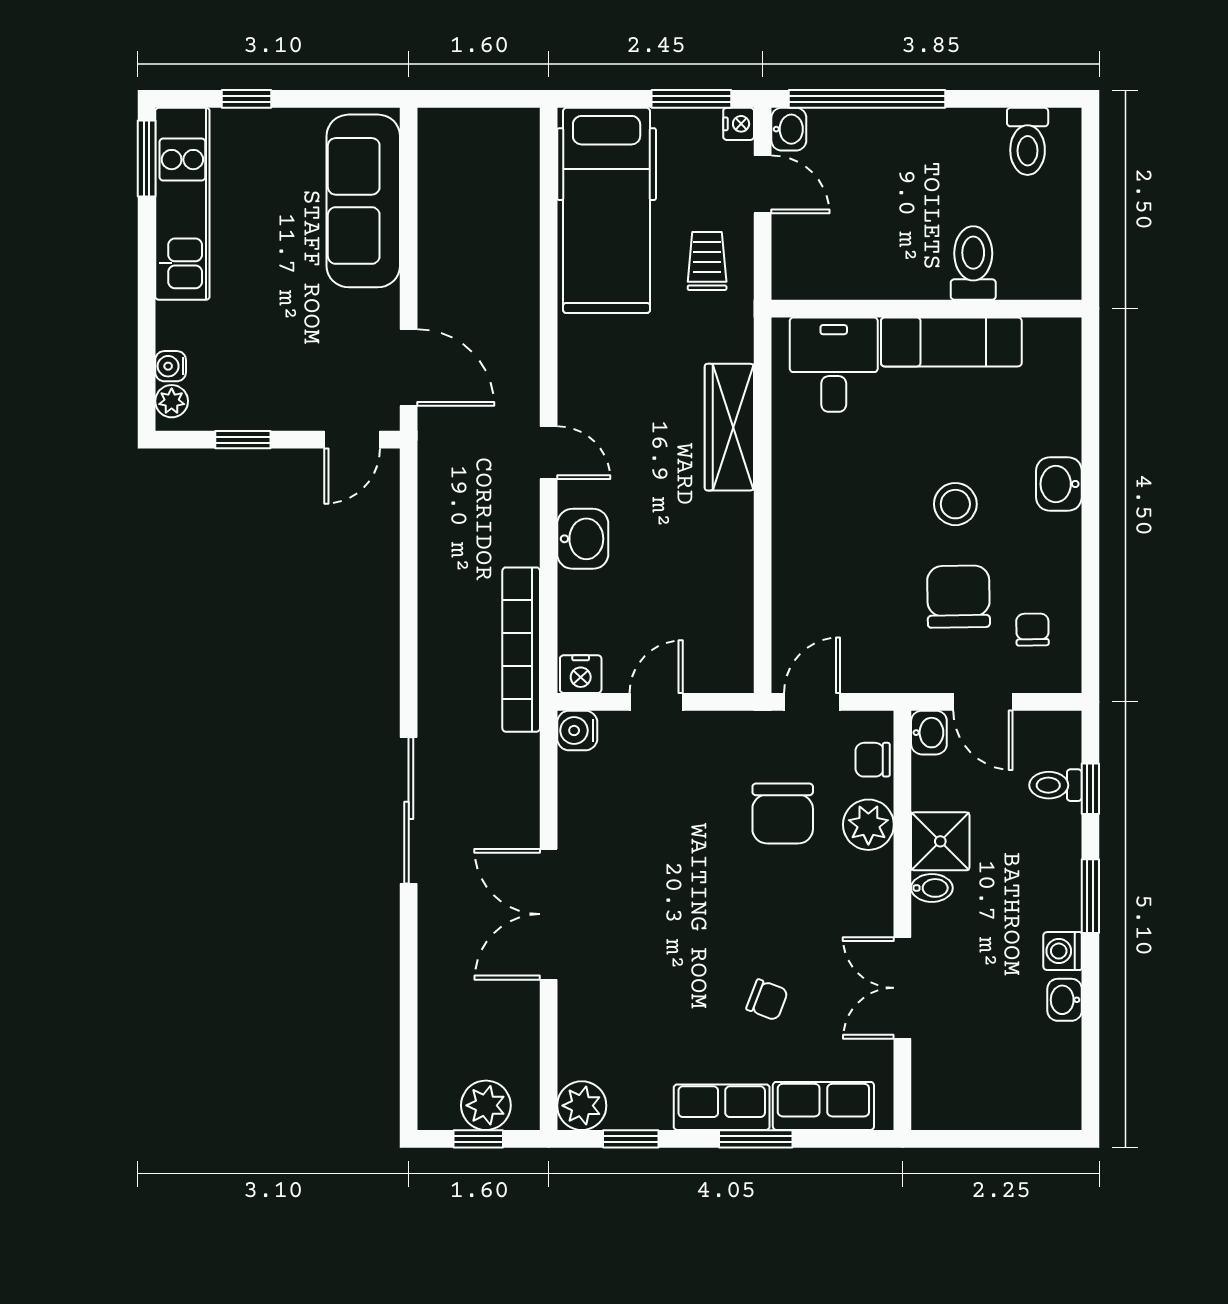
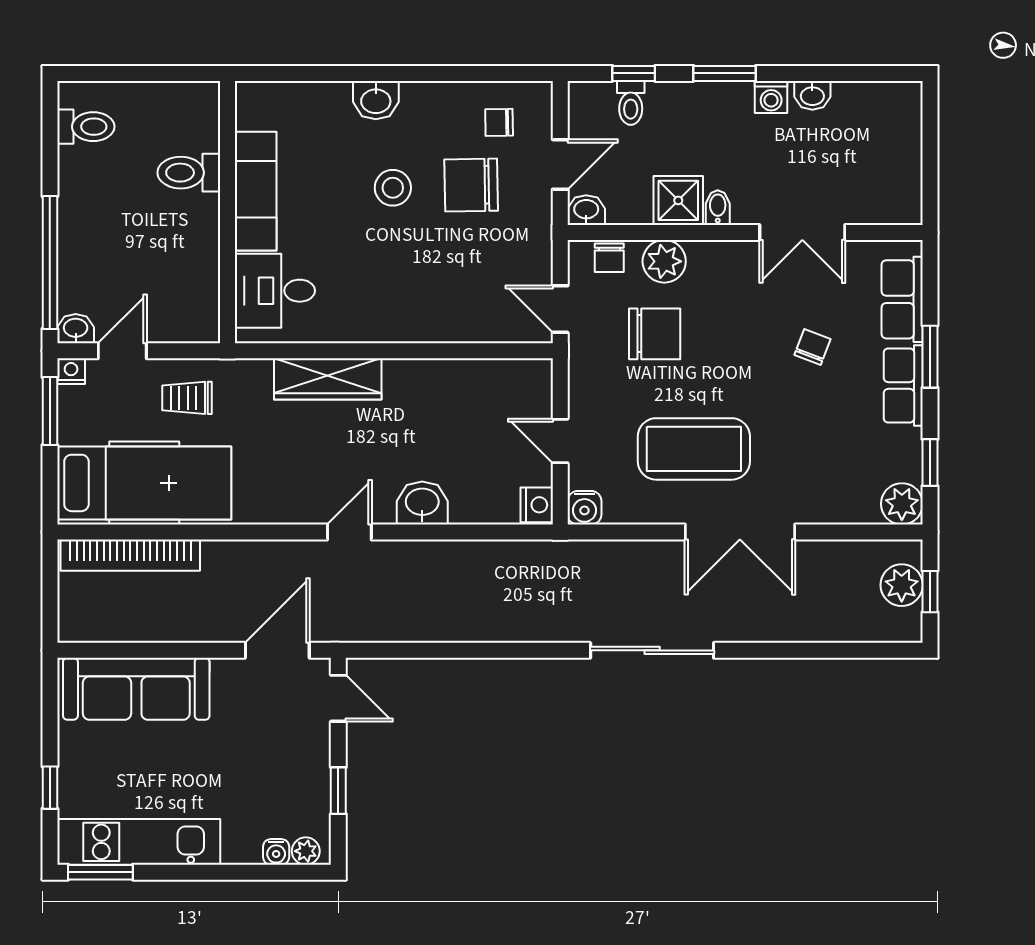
bookcase: (521, 650) -> (130, 555), moved
coffee table: (647, 860) -> (694, 449), added

